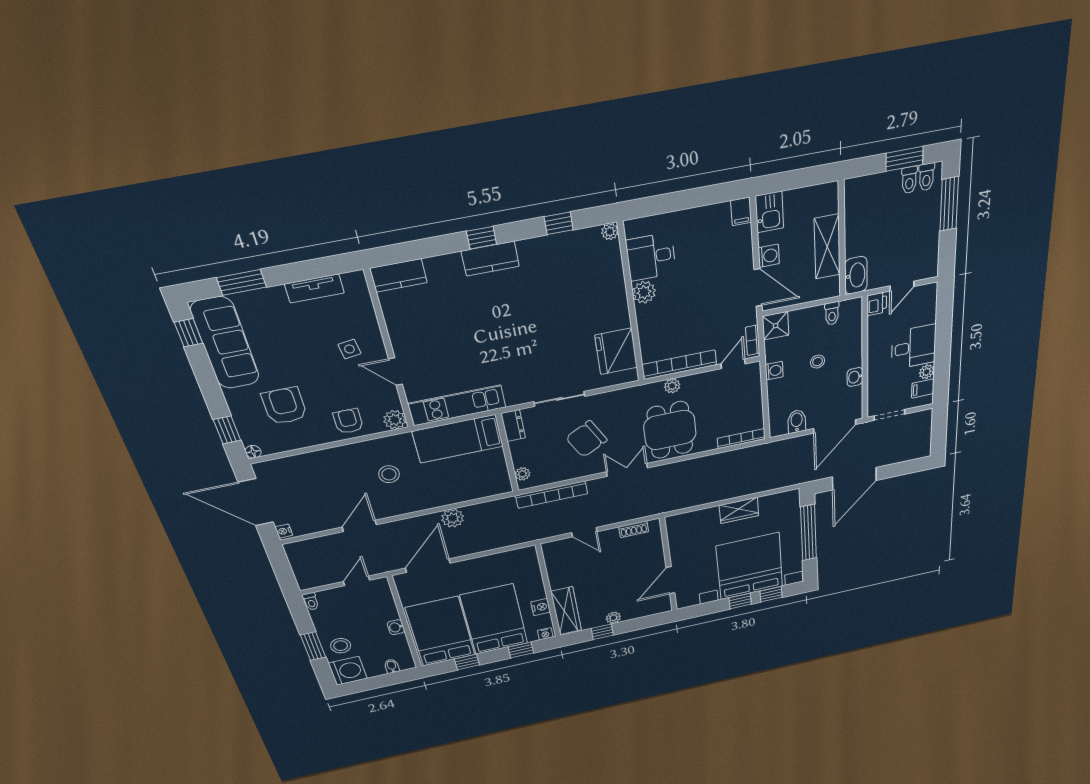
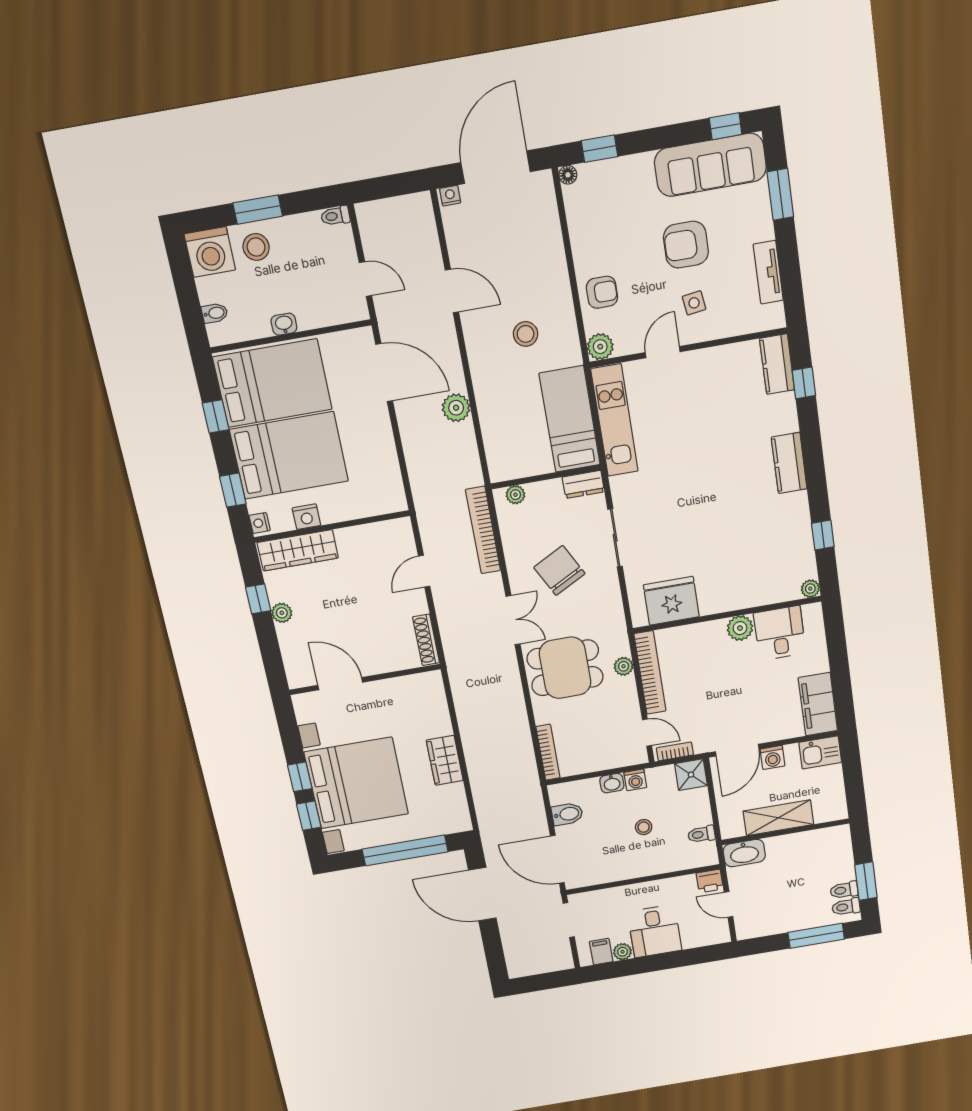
filing cabinet: (741, 211) -> (818, 704), width x3.00, depth x1.17
window: (481, 238) -> (804, 383), moved
washbasin: (855, 377) -> (612, 783), moved, turned 180
armchair: (284, 406) -> (686, 245), moved, turned 180
shoe rack: (634, 529) -> (426, 640), width x1.43

